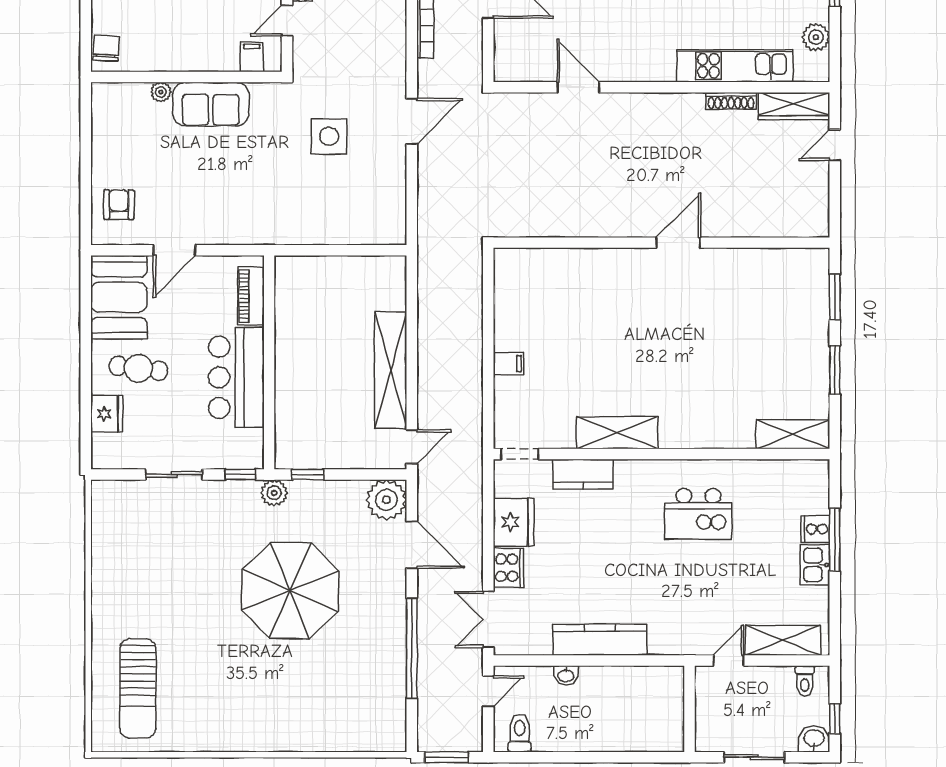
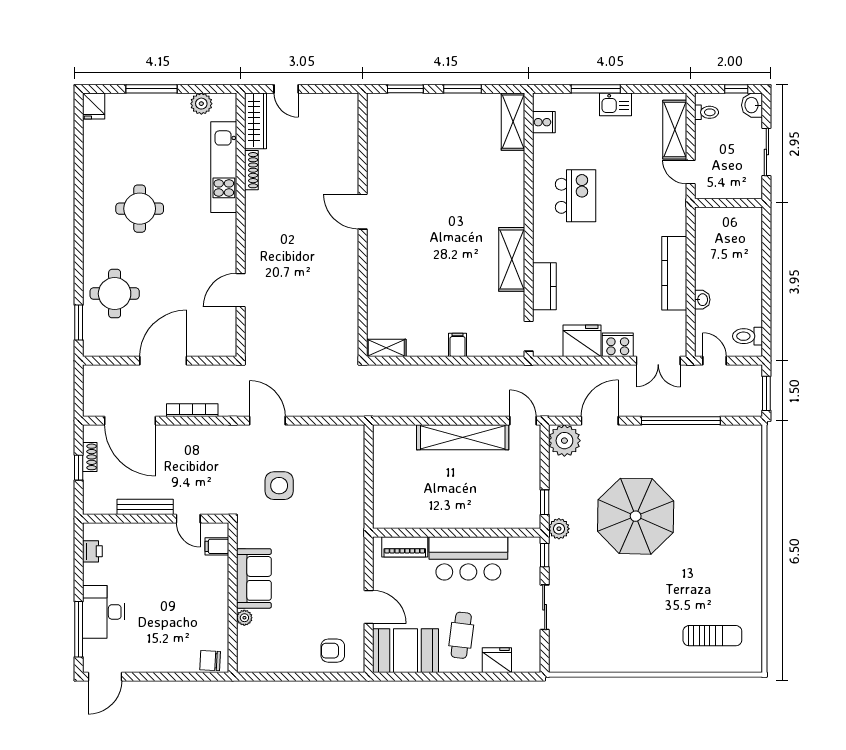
shelving: (505, 273) -> (386, 348), added
cooker: (815, 529) -> (544, 122), moved, turned -90
sun lounger: (138, 688) -> (712, 636), width x0.73, depth x0.75

